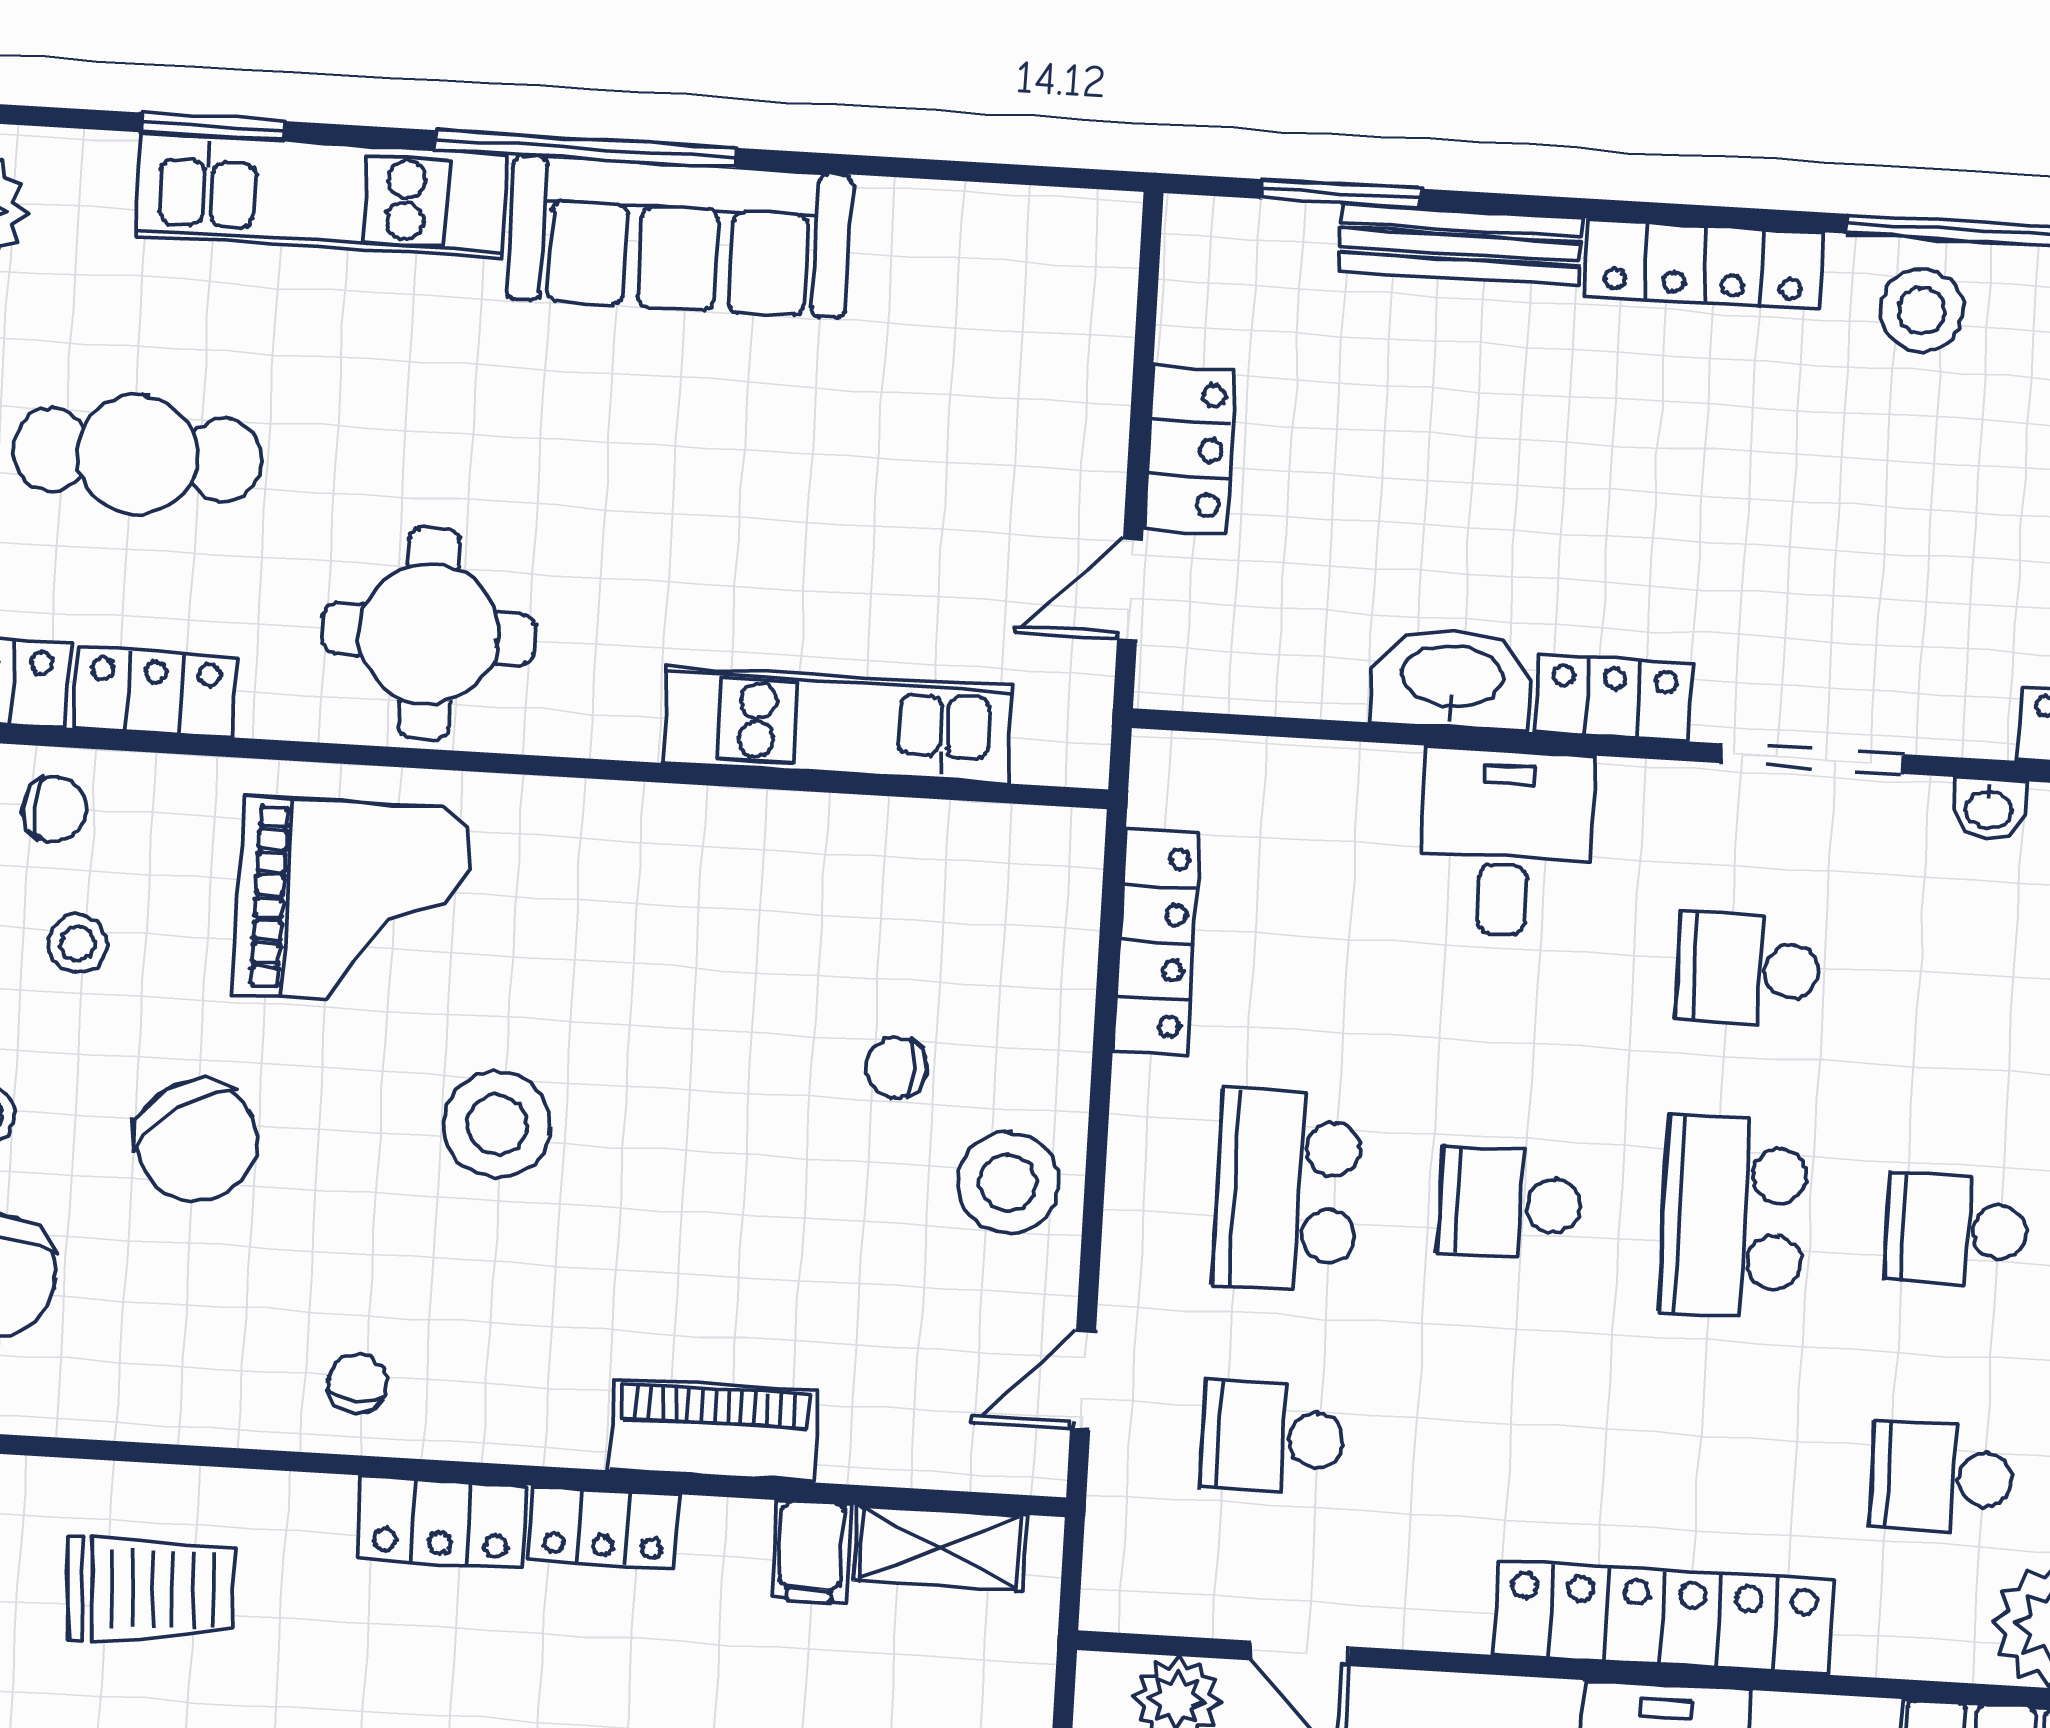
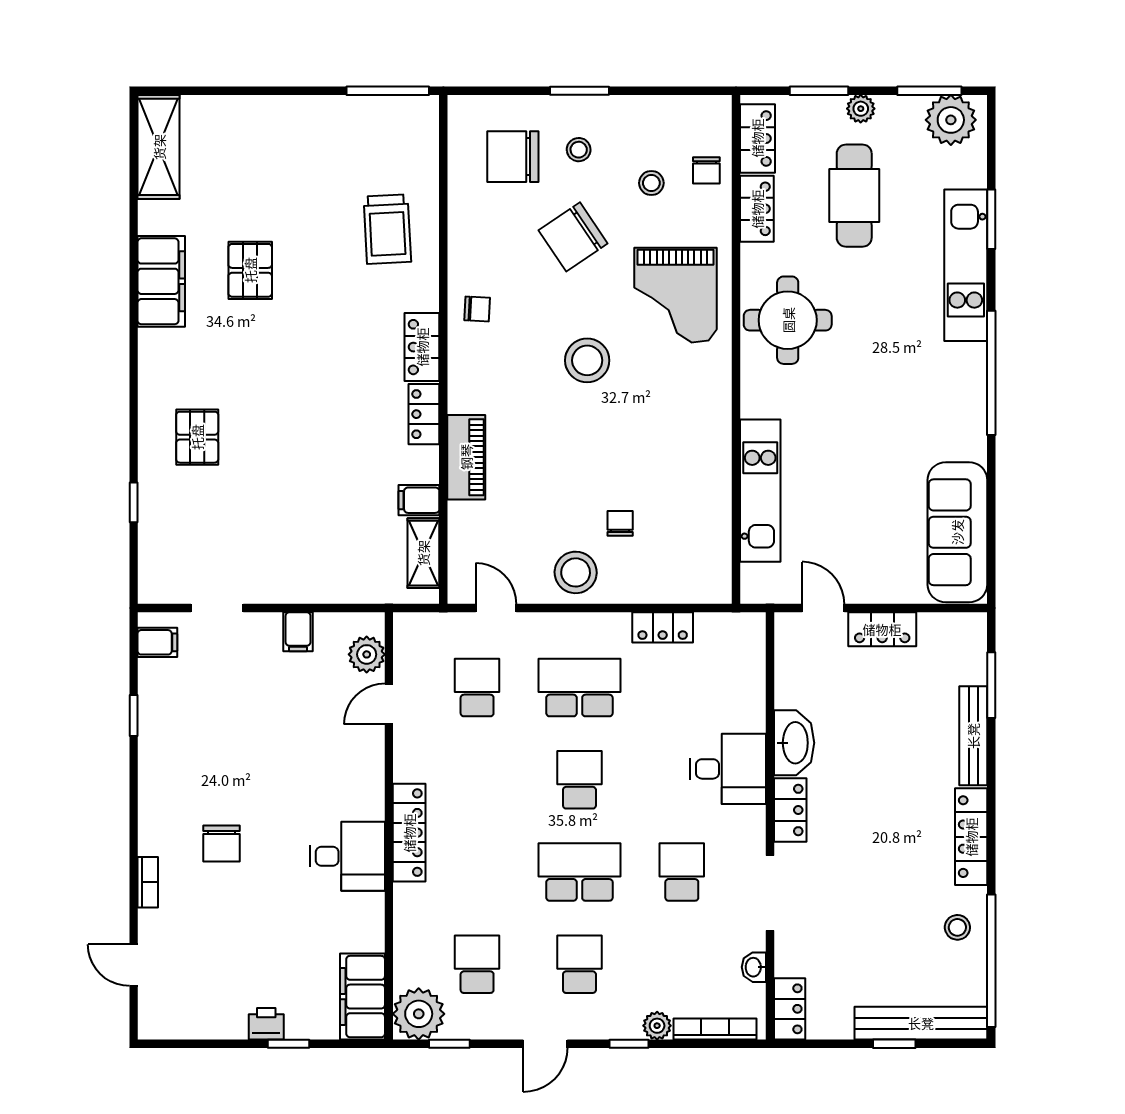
sofa: (680, 237) -> (957, 532), moved
stool: (1922, 311) -> (957, 927), width x0.73, depth x0.73
locker: (1156, 942) -> (663, 627), width x0.66
locker: (1663, 1617) -> (409, 833), width x0.71, depth x0.83

